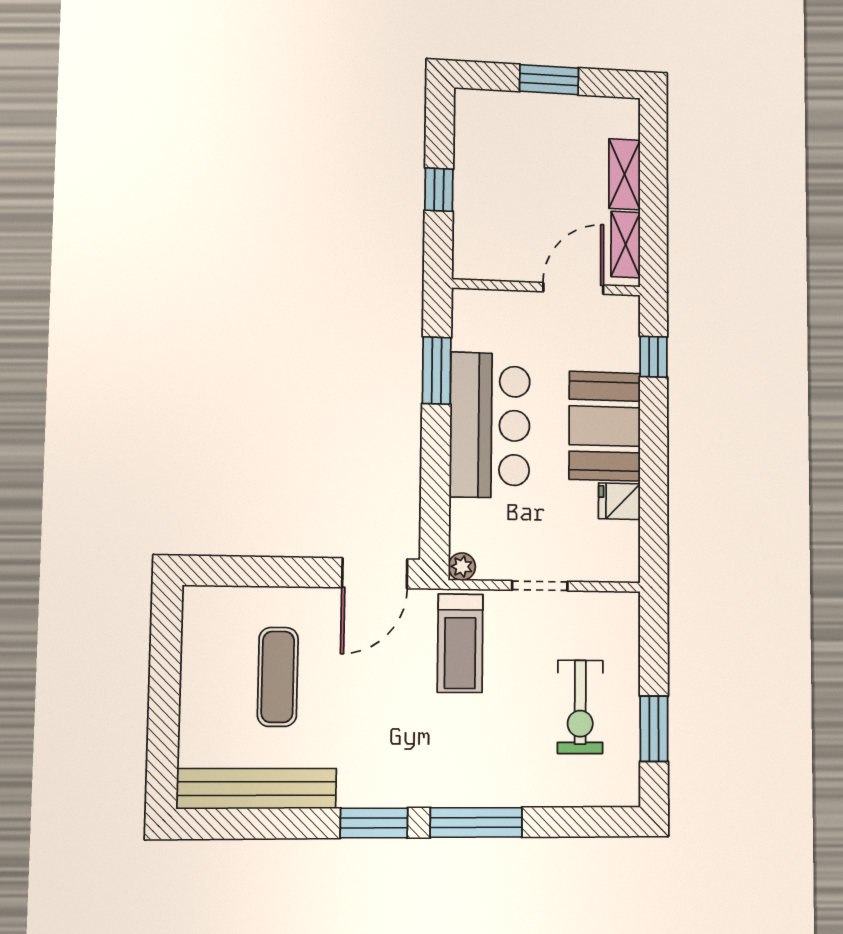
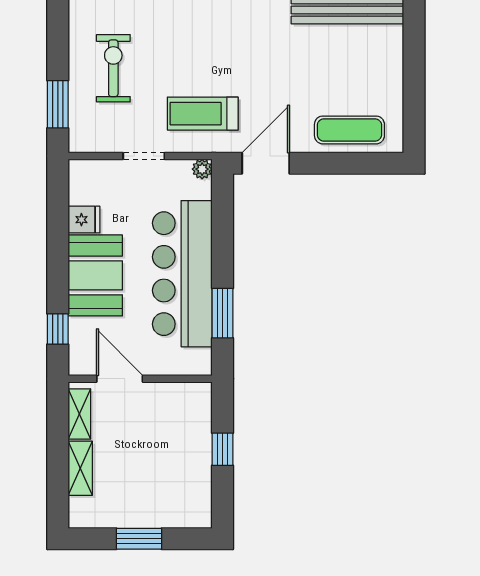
door: (573, 288) -> (120, 379), swing flipped
bar counter: (490, 425) -> (182, 274), width x1.36
treadmill: (460, 643) -> (203, 114), turned -90
exercise mat: (278, 677) -> (349, 130), moved, turned 90
window: (654, 729) -> (58, 104), moved

